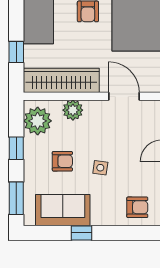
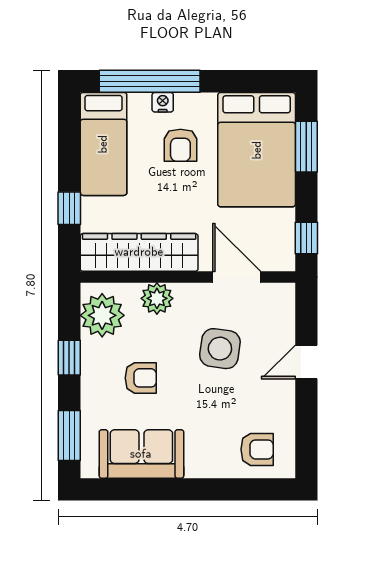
side table: (100, 168) -> (220, 349), moved, width x1.87, depth x1.87
window: (82, 233) -> (171, 489), removed

